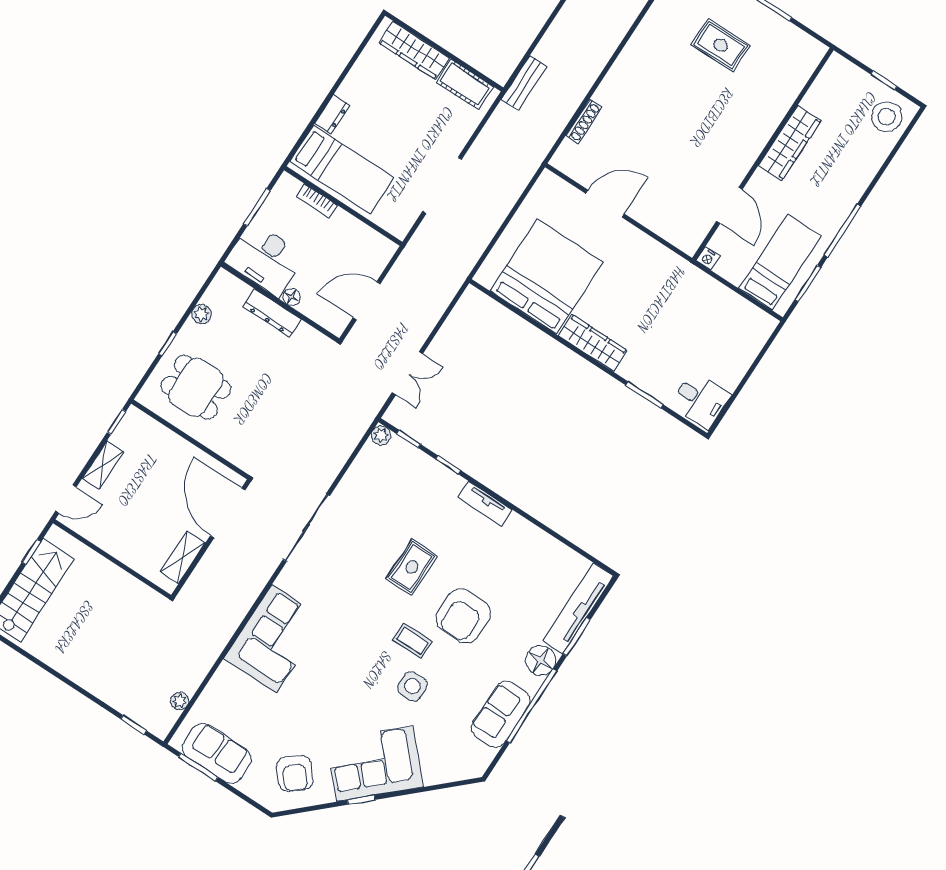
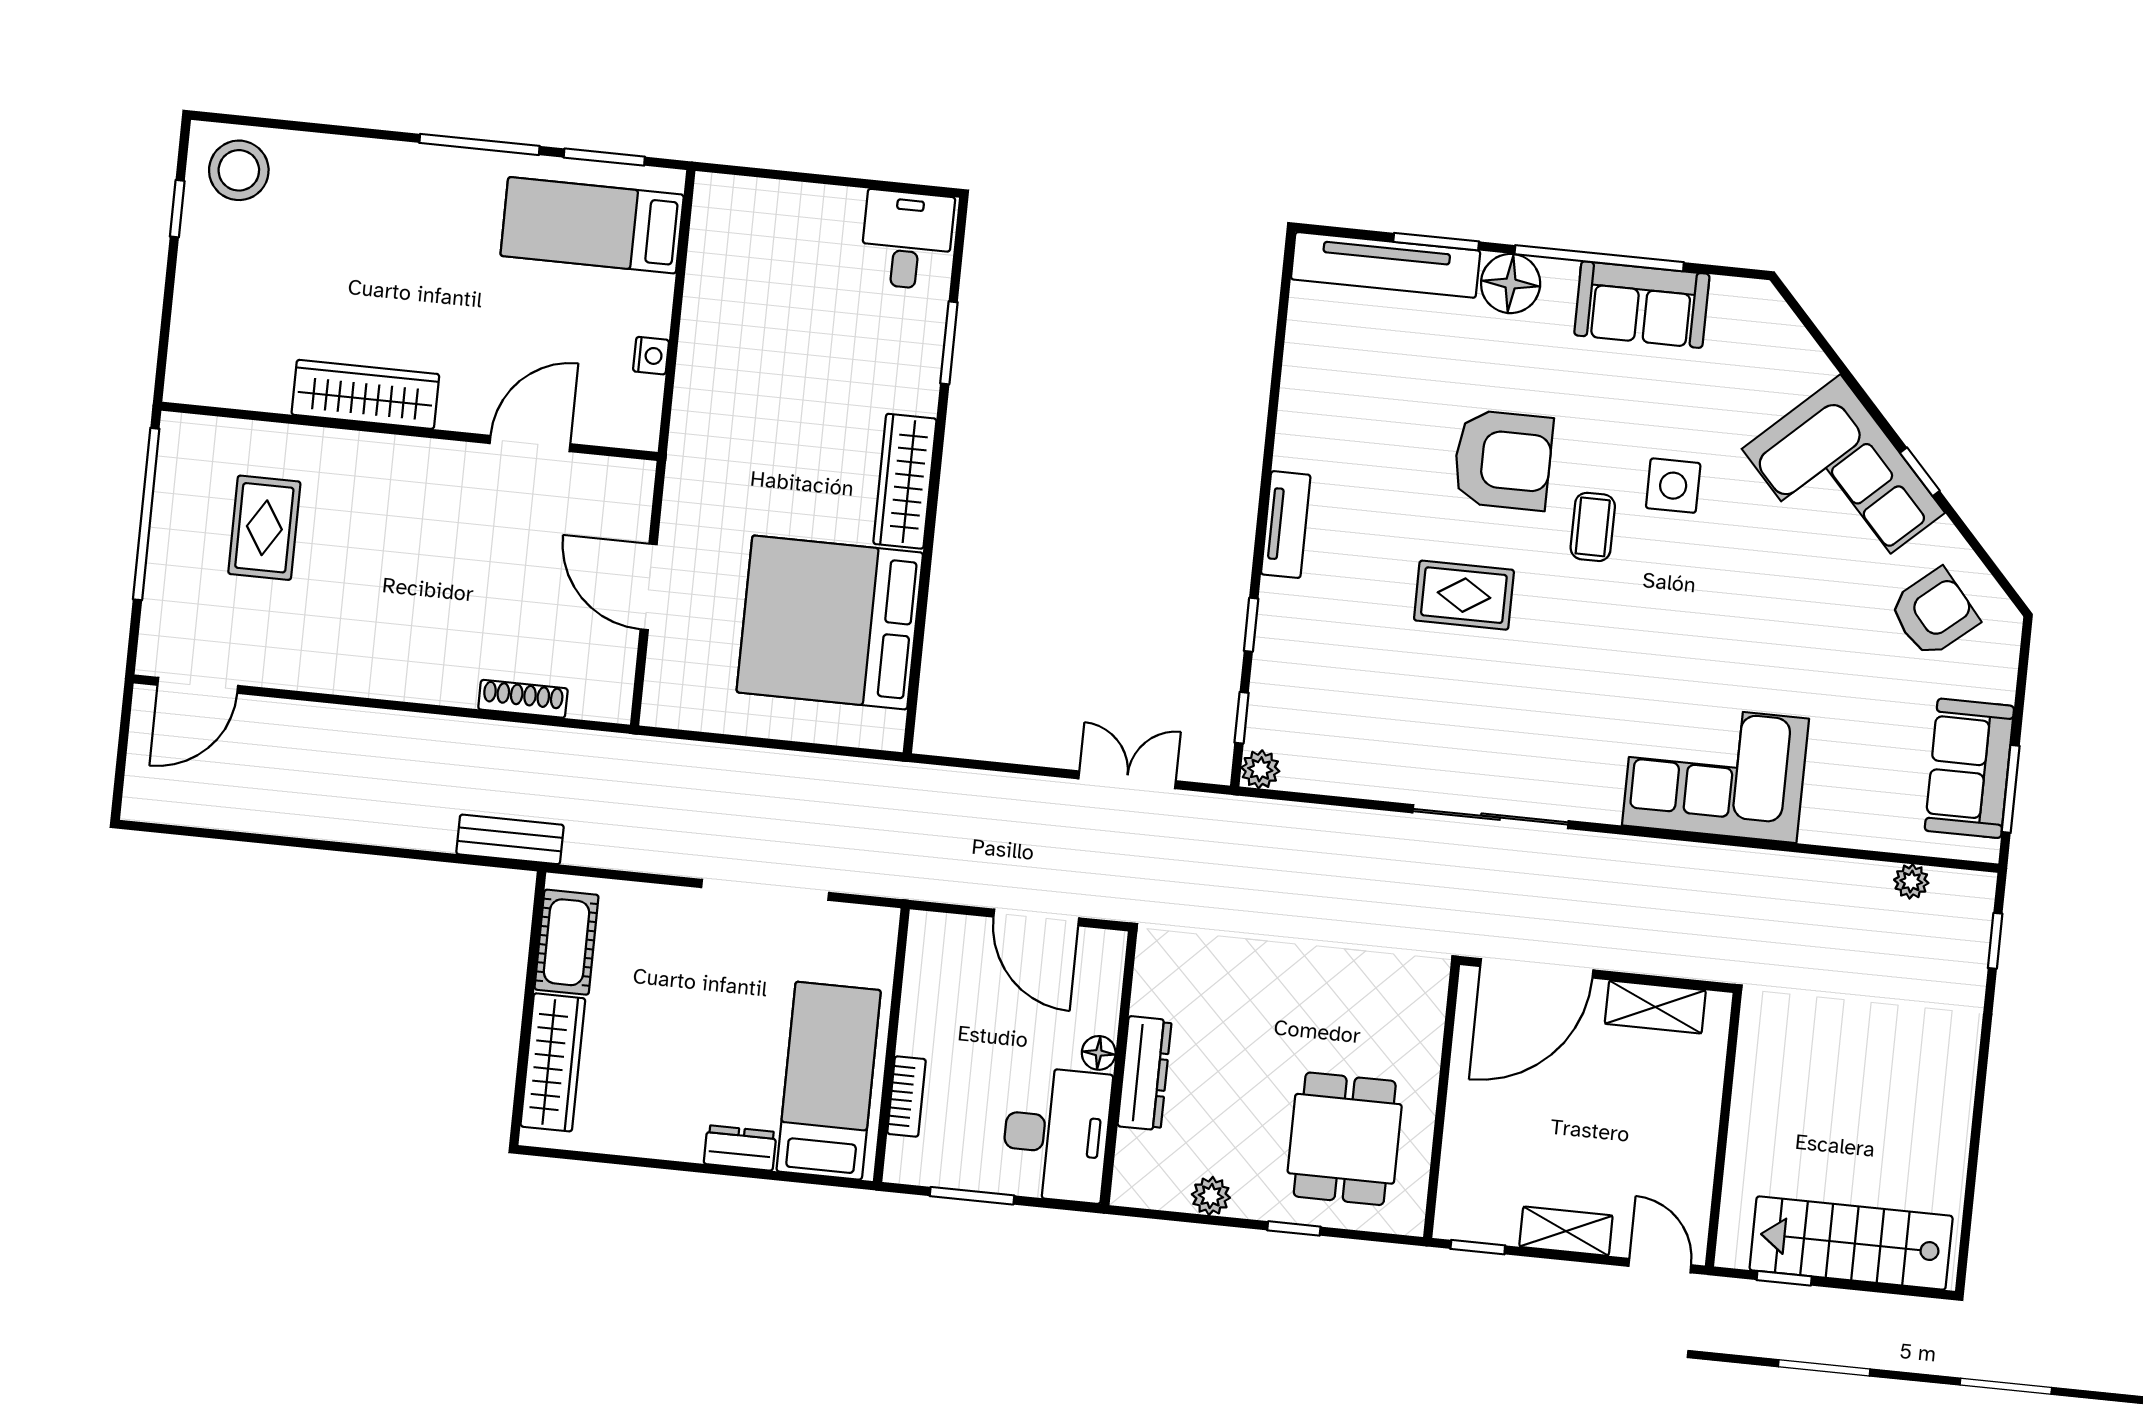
wardrobe: (790, 143) -> (365, 394), moved
wall: (763, 154) -> (409, 431), moved
door: (729, 205) -> (530, 444), moved

